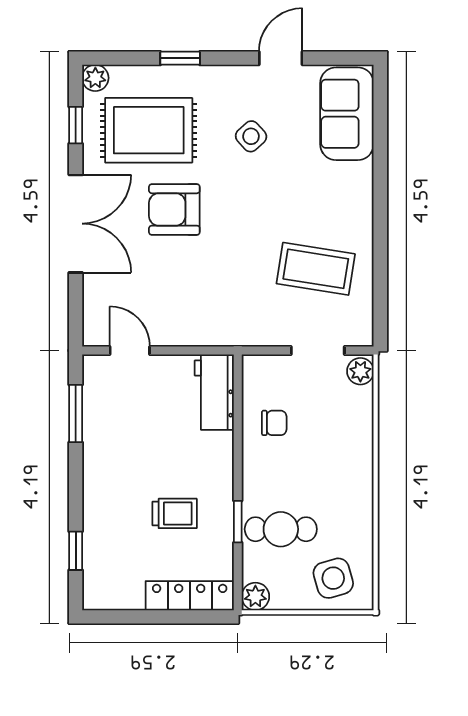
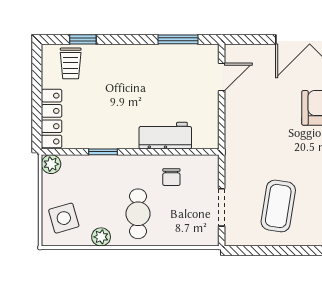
plant: (360, 371) -> (101, 237), moved
workbench: (214, 392) -> (165, 136), moved
trolley: (175, 513) -> (71, 63), moved
cafe table: (281, 529) -> (138, 214), moved

